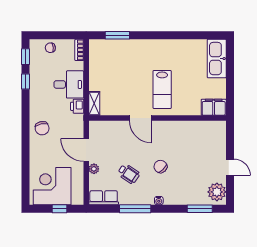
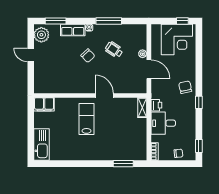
window: (25, 82) -> (199, 102), moved
row of seats: (104, 198) -> (73, 30), moved
window: (60, 209) -> (182, 21), moved

